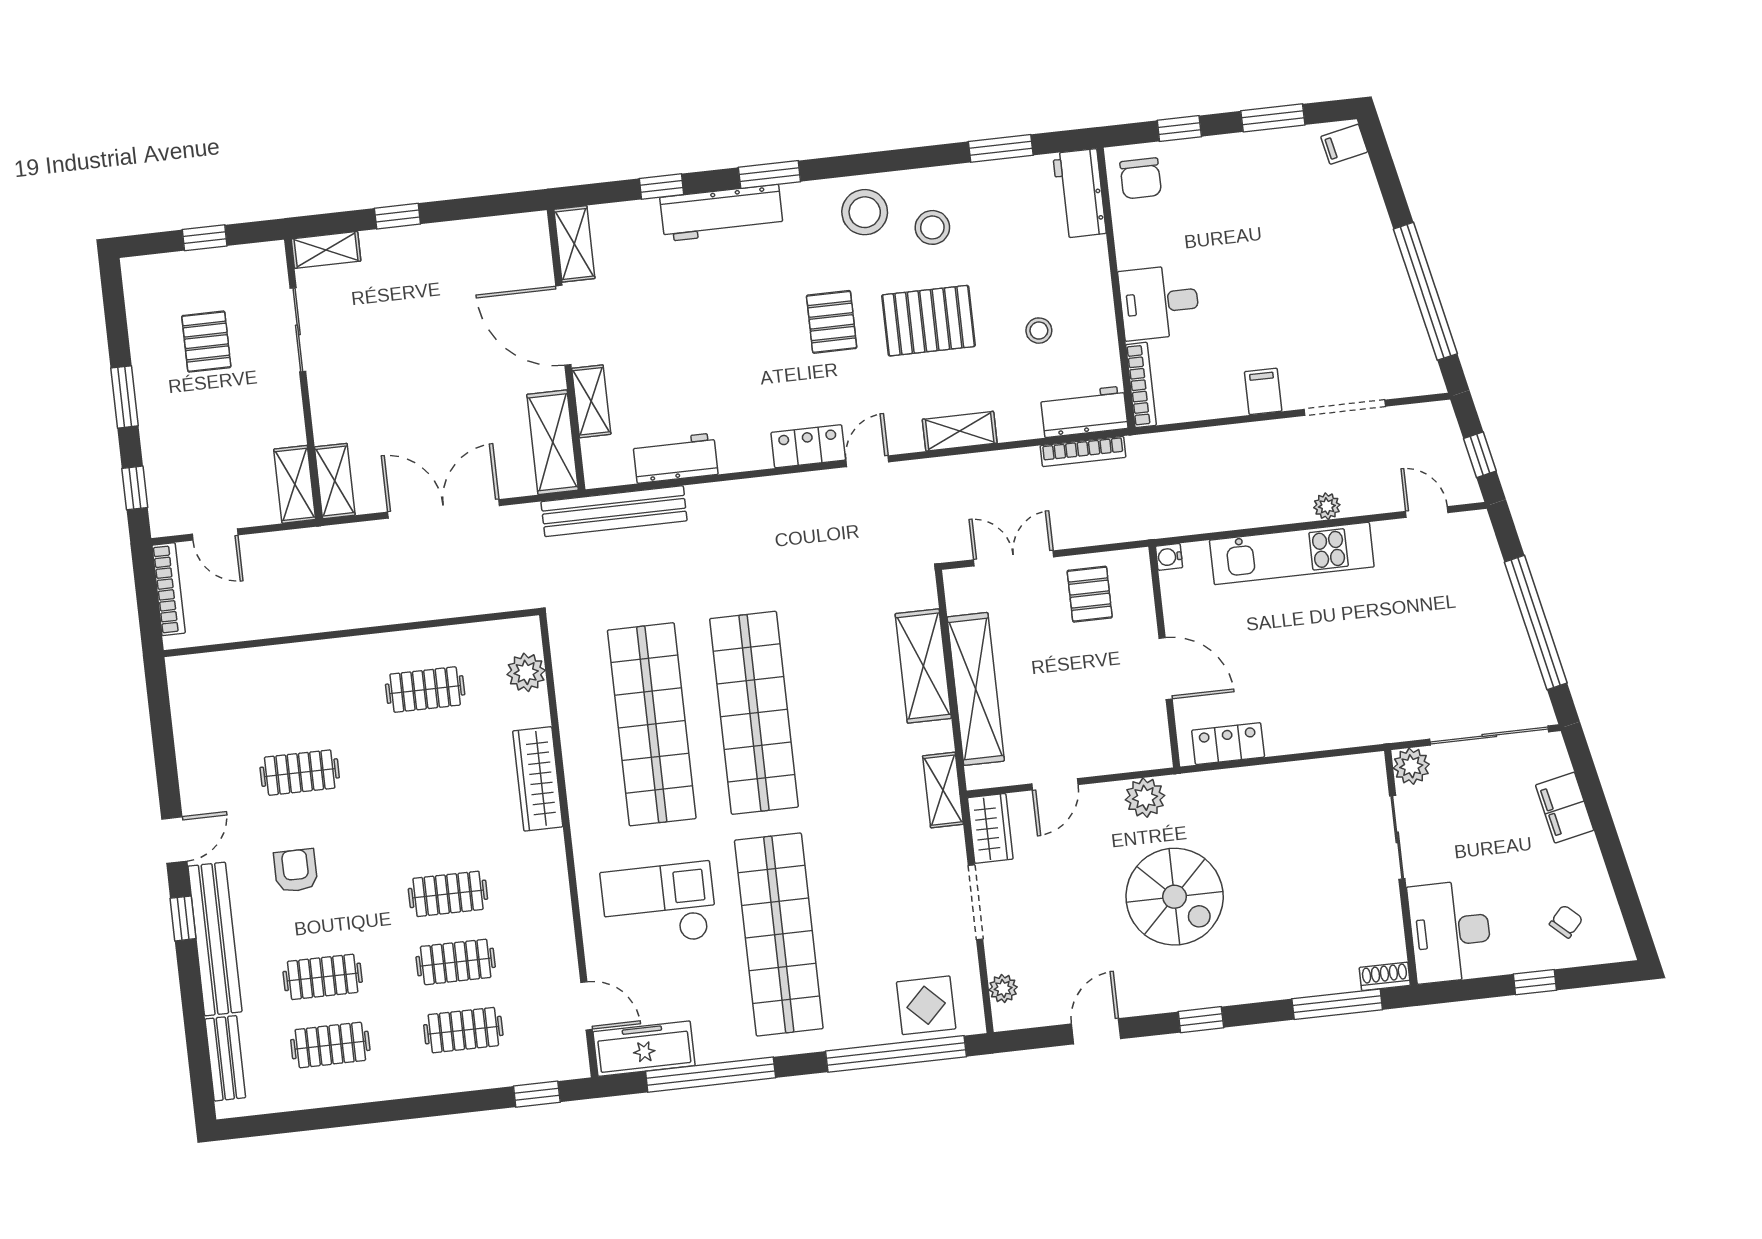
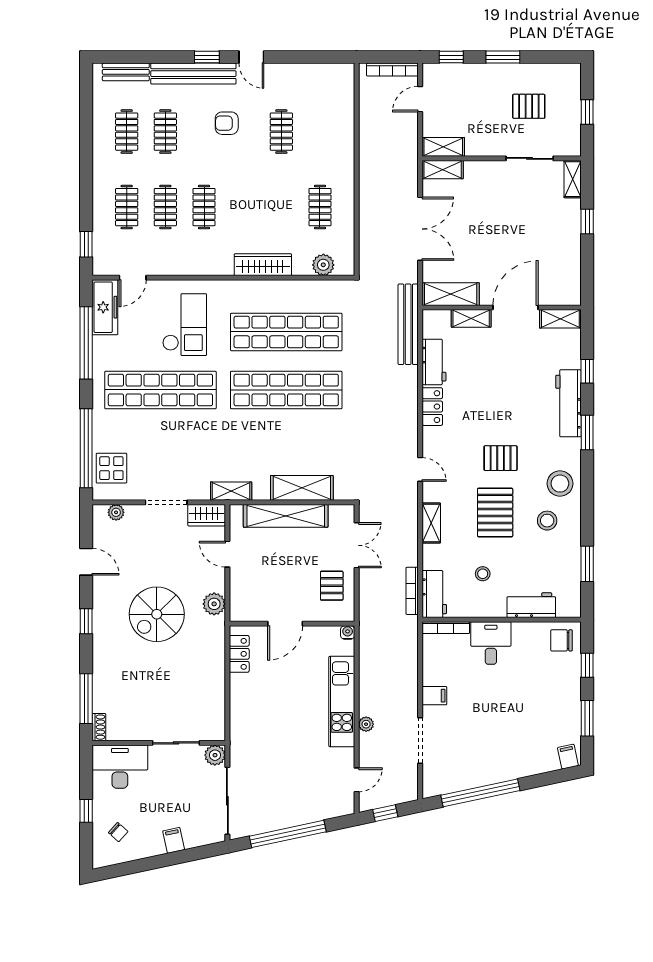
workbench: (1079, 193) -> (531, 605), moved
locker: (808, 446) -> (432, 407), moved
pallet: (1090, 594) -> (332, 586), turned 90
filing cabinet: (1565, 808) -> (174, 840), width x0.50
armchair: (296, 871) -> (227, 123), turned 180

